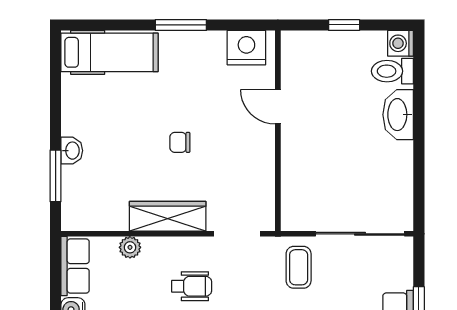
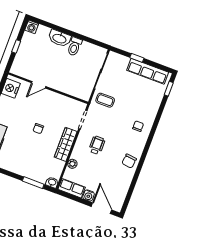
toilet: (392, 71) -> (74, 46), moved
washbasin: (72, 151) -> (52, 182), moved

